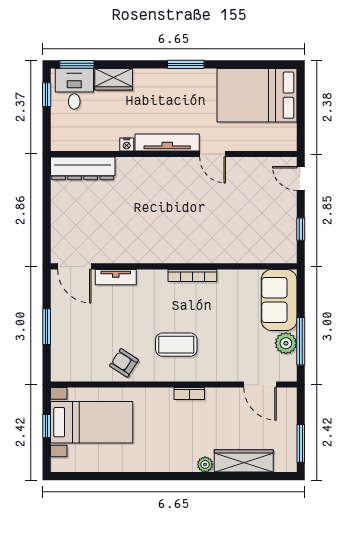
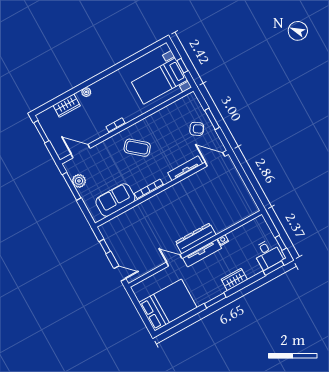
wardrobe: (114, 79) -> (234, 279), moved
dresser: (83, 168) -> (196, 238), moved
tv unit: (116, 277) -> (185, 168), width x1.41
sofa: (279, 300) -> (115, 200), moved, turned -90
coffee table: (176, 345) -> (137, 148), turned 40
armchair: (124, 363) -> (197, 129), moved
wardrobe: (244, 461) -> (67, 105), width x0.67

